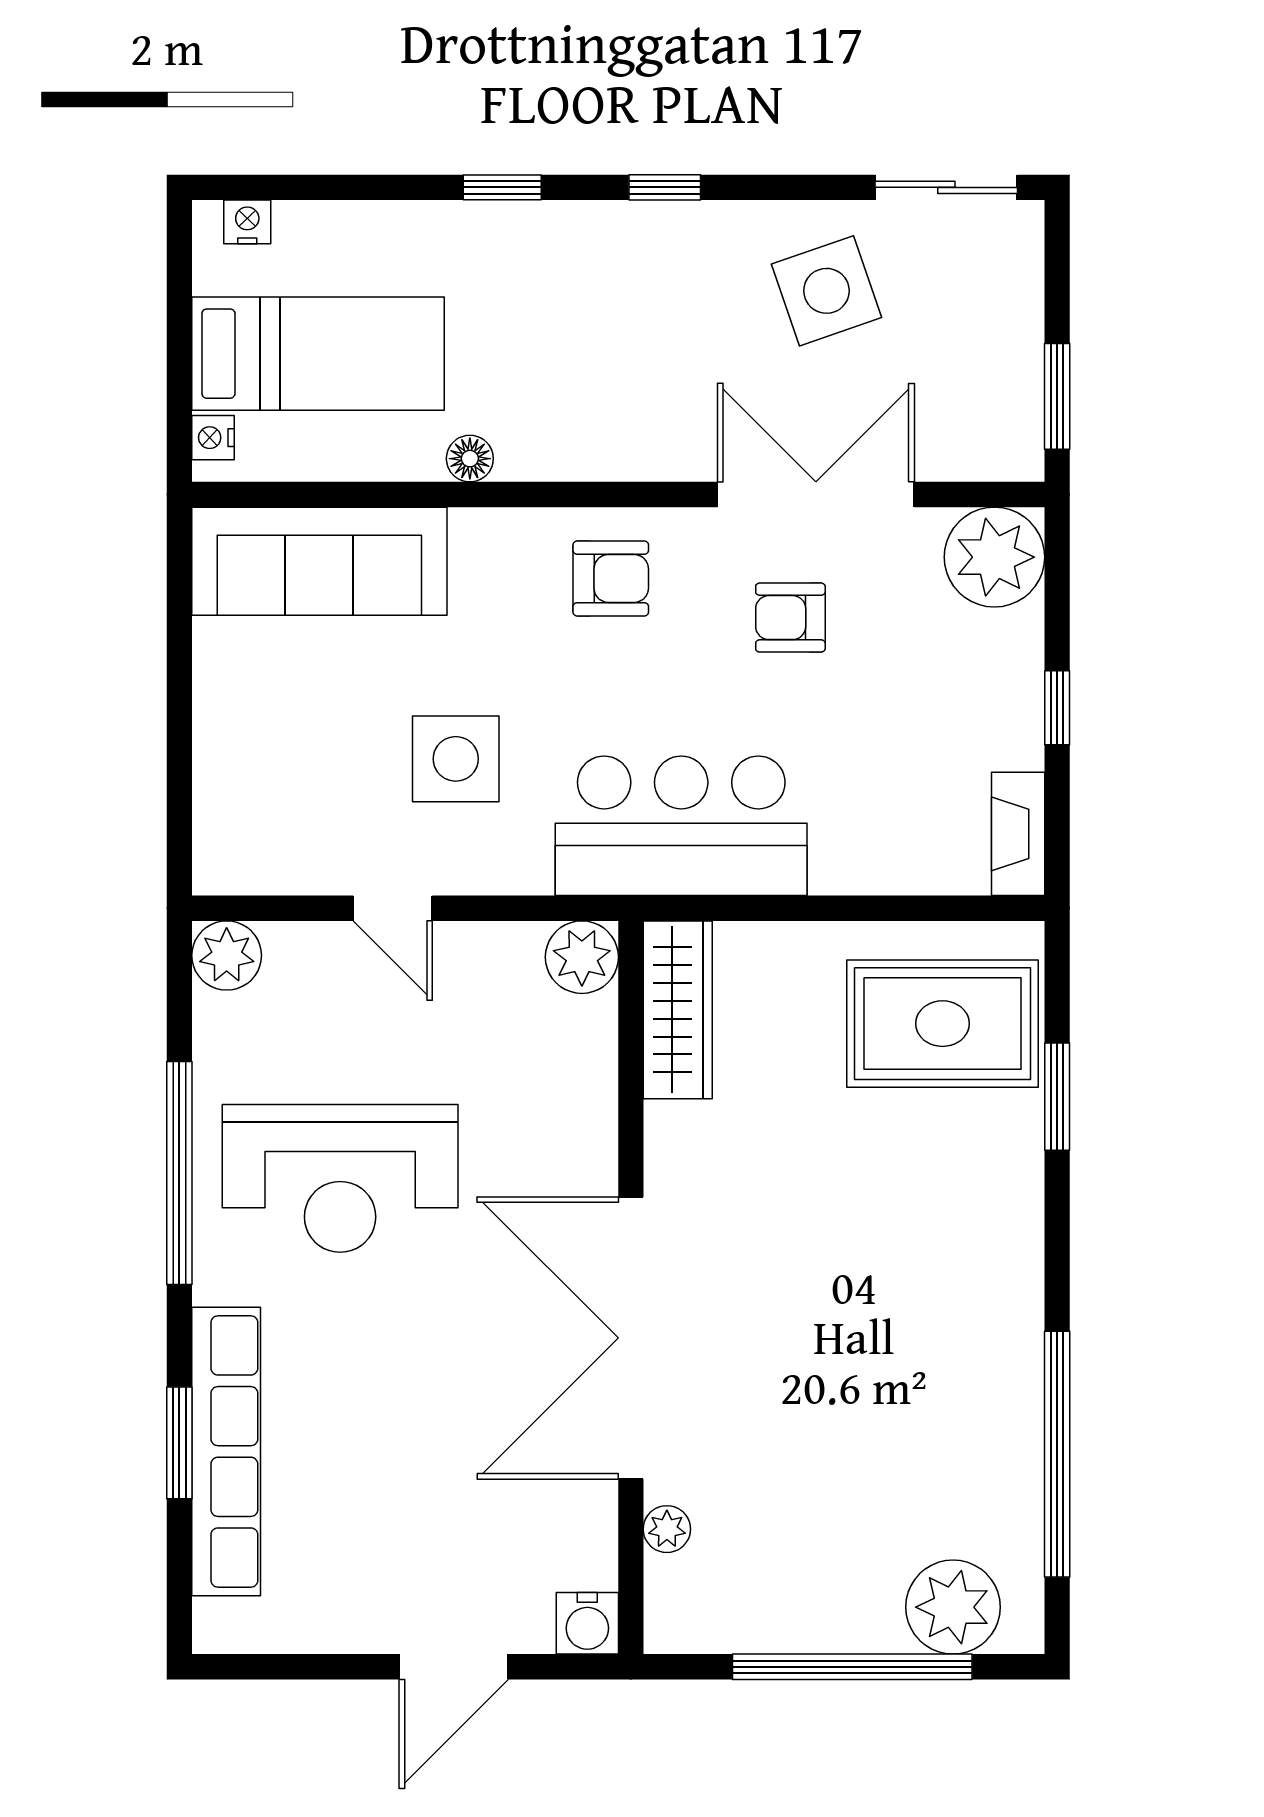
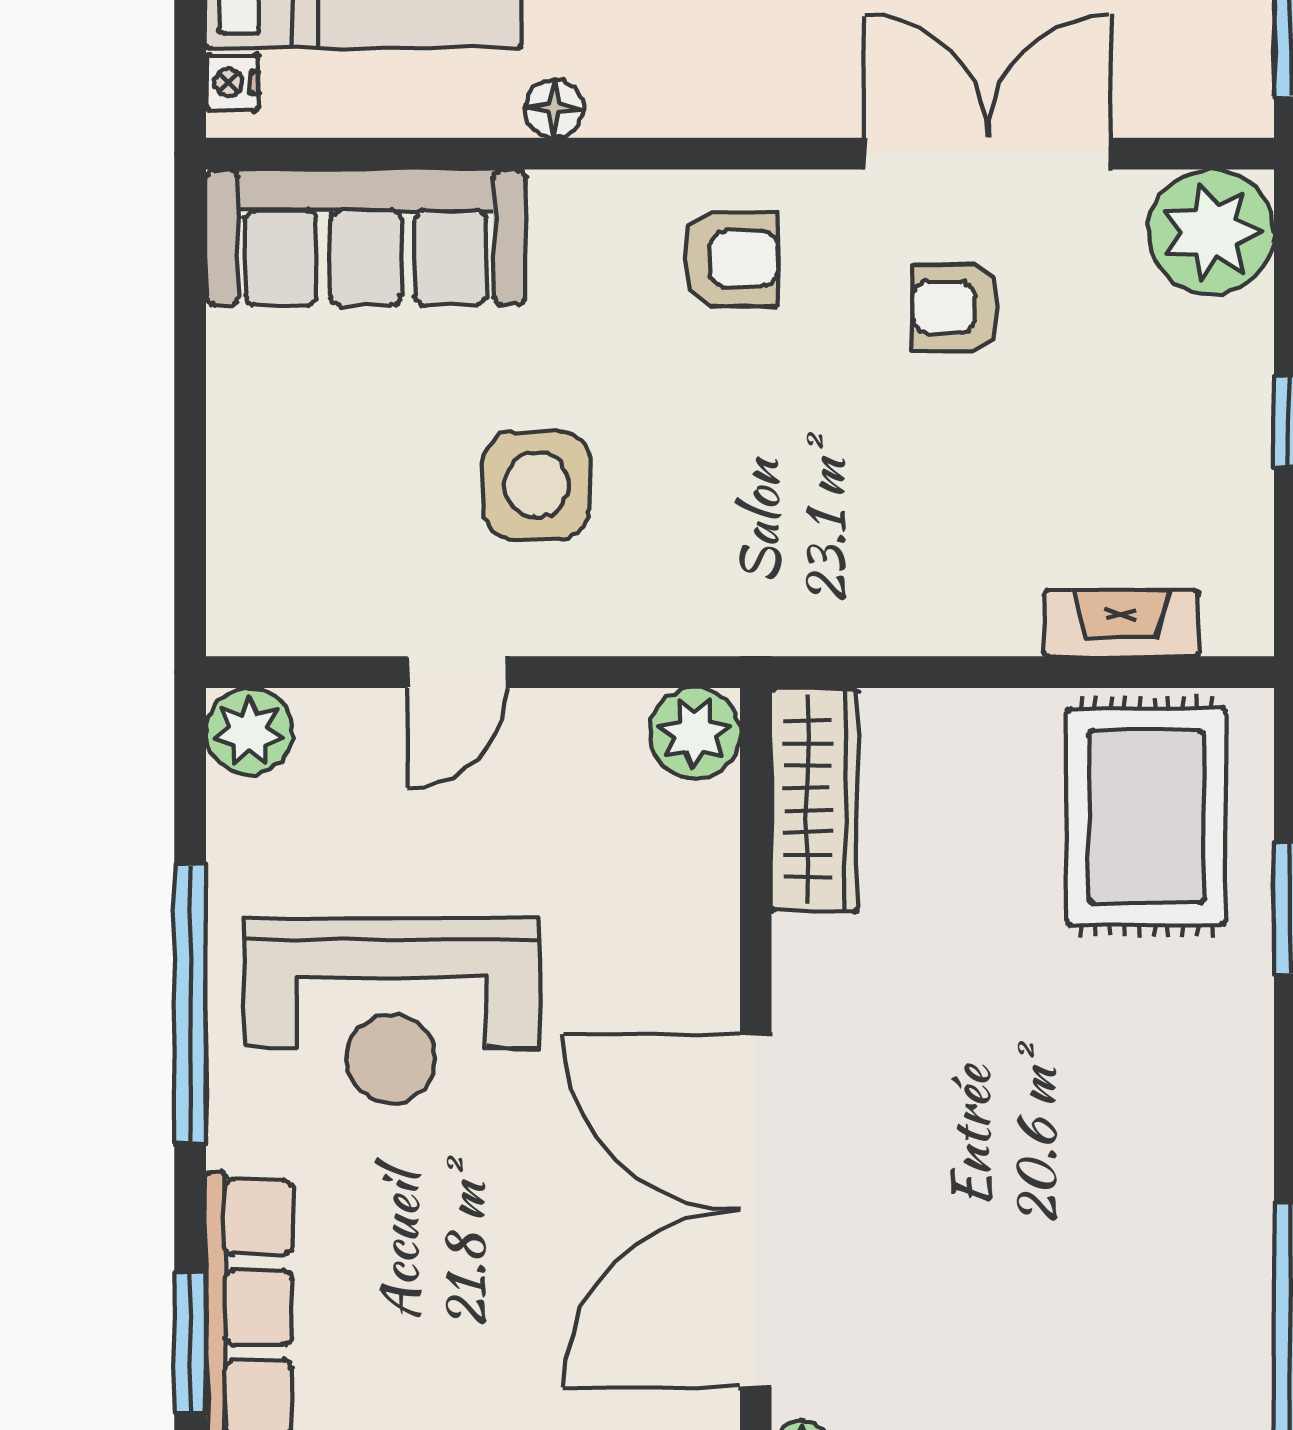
bar counter: (681, 826) -> (819, 569), removed
fireplace: (1018, 834) -> (1121, 623), moved, turned 90
door: (393, 908) -> (457, 672), hinge flipped
rug: (943, 1024) -> (1146, 817), turned 90

